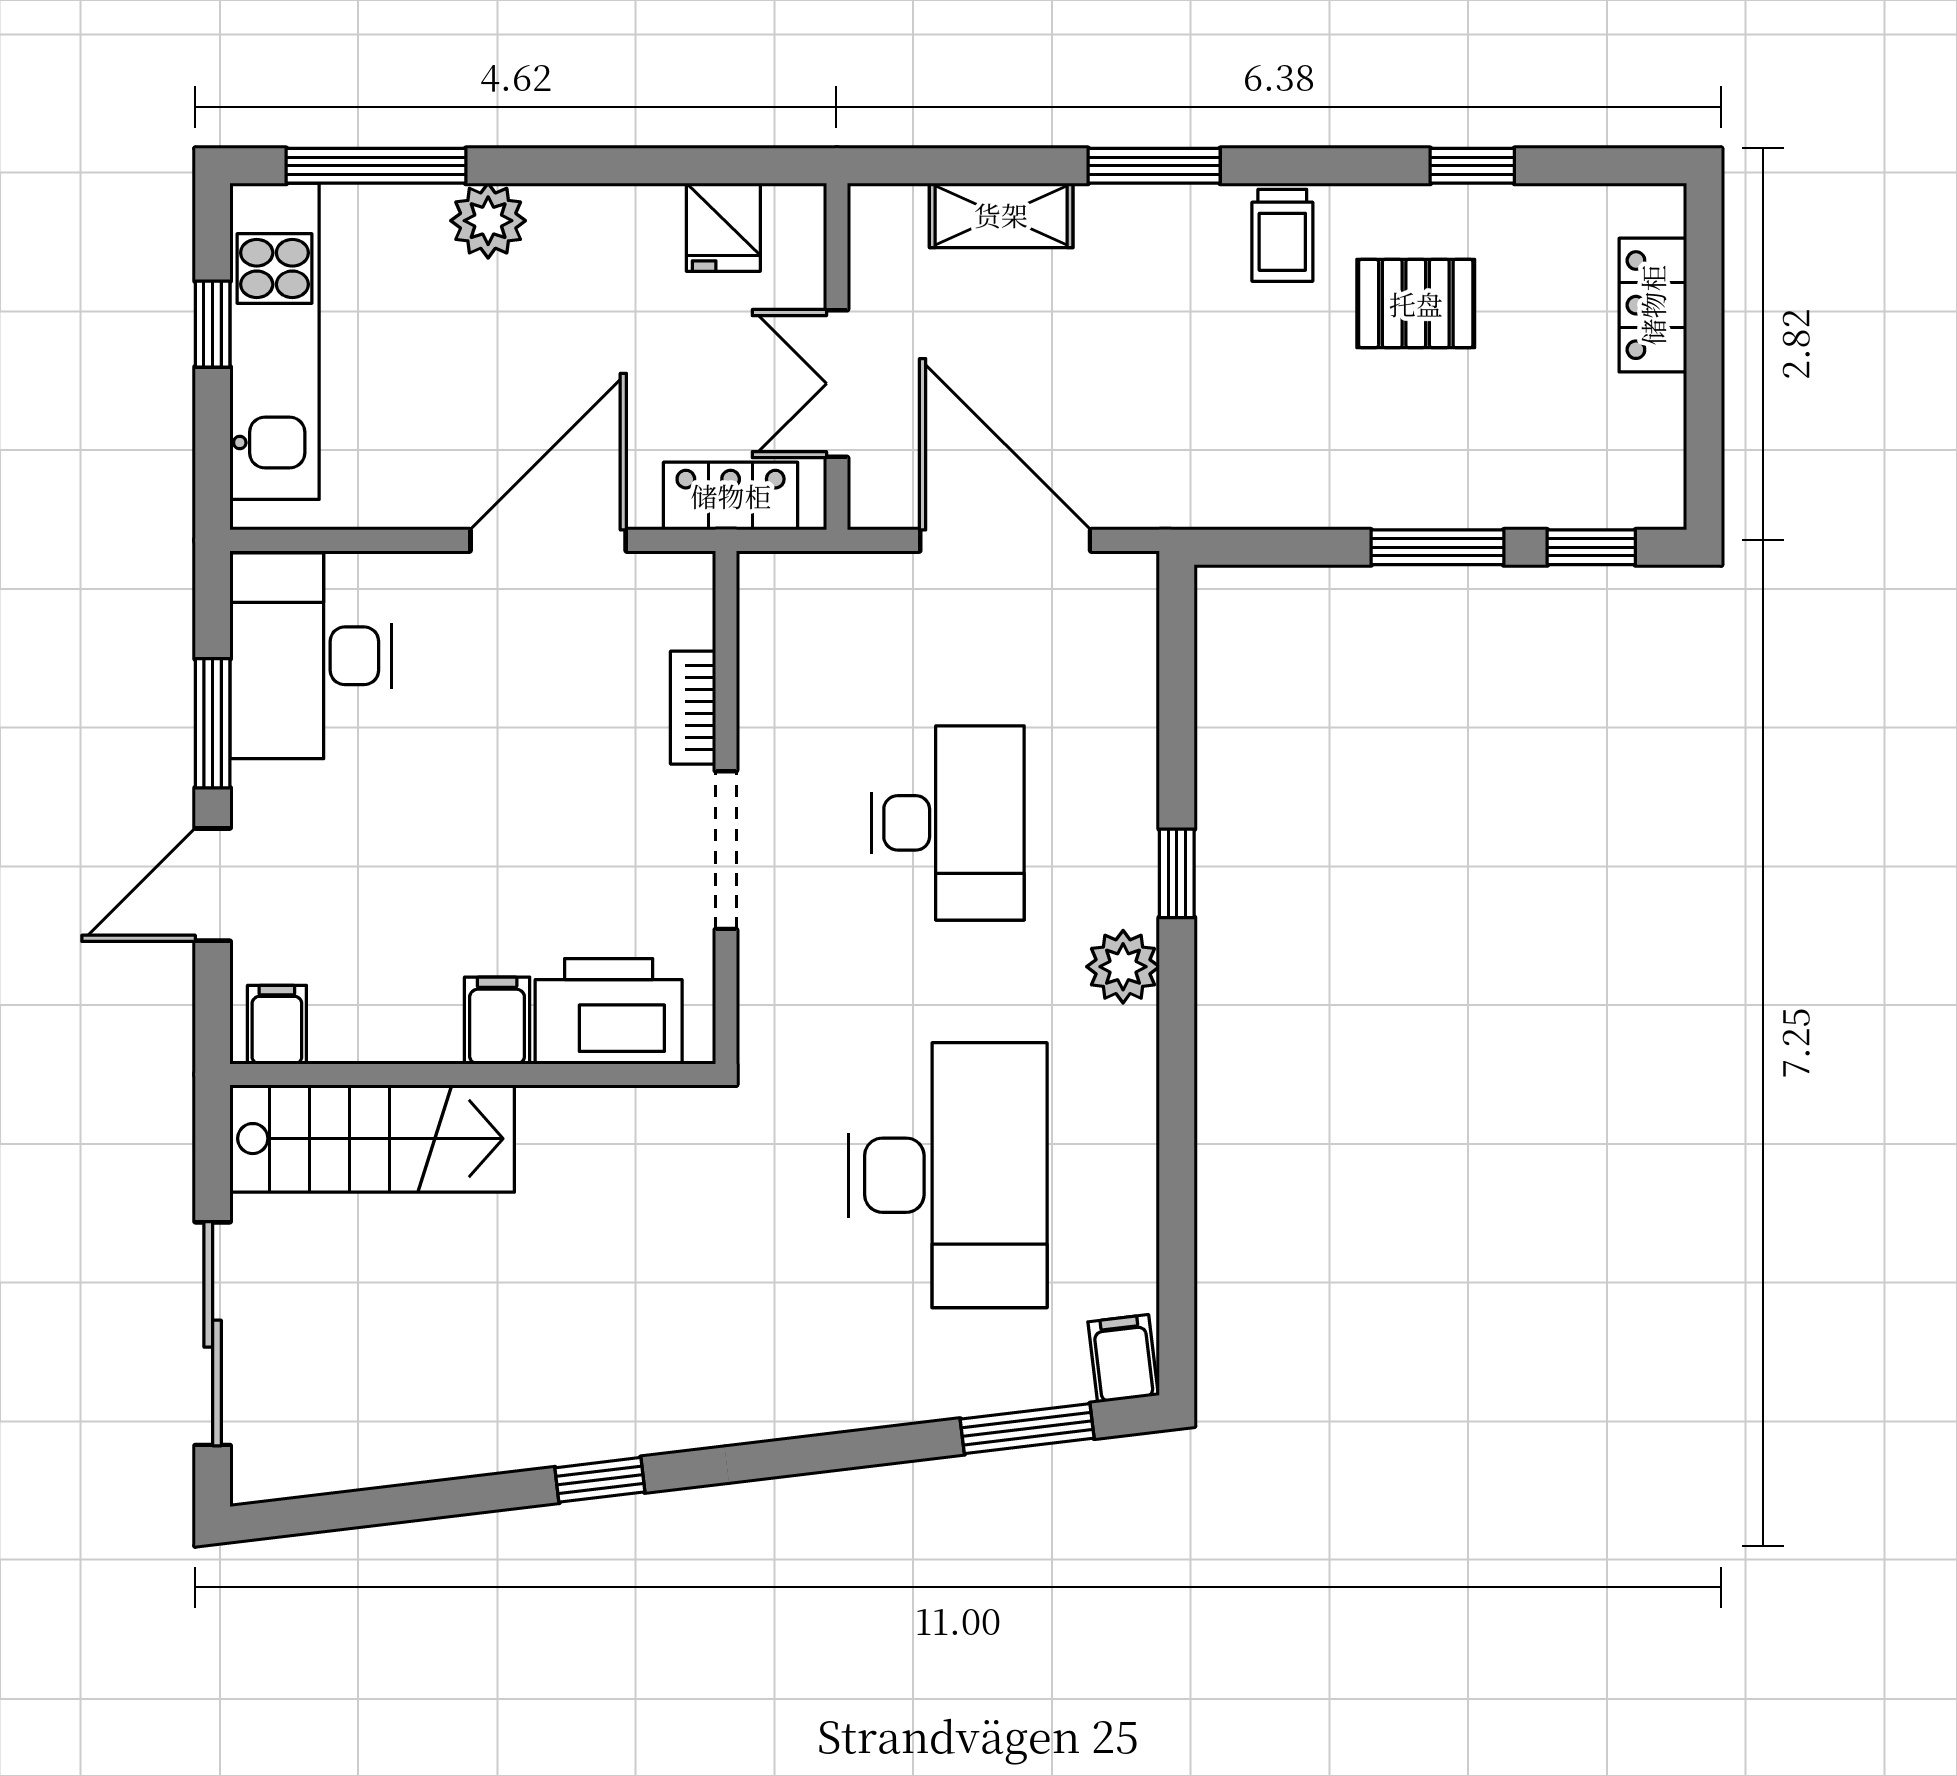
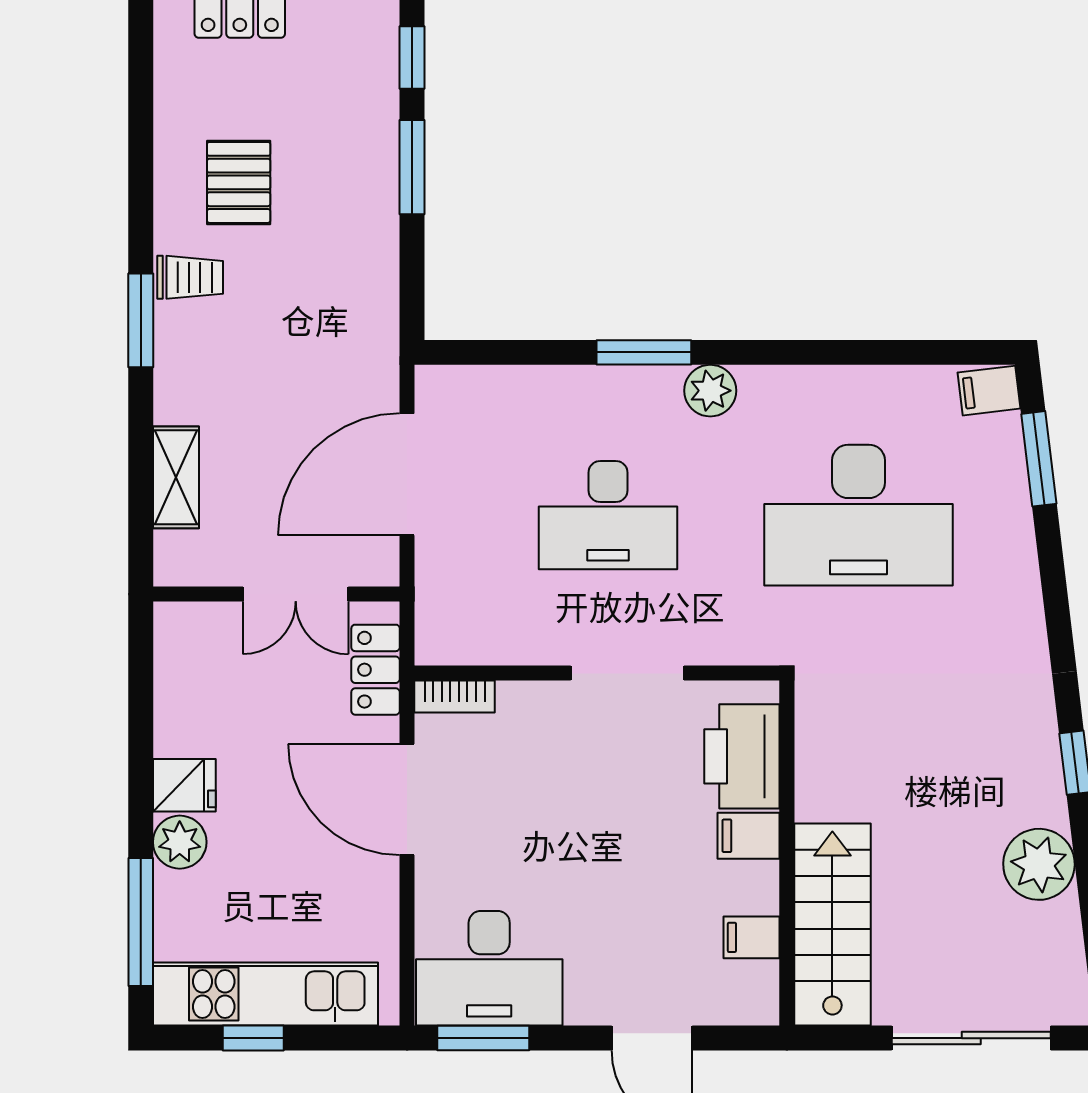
window: (1154, 166) -> (141, 320), moved
window: (1472, 166) -> (141, 142), removed
fridge: (723, 227) -> (184, 785), moved
bookcase: (693, 708) -> (455, 696), moved
window: (213, 723) -> (483, 1038), moved
desk: (948, 823) -> (608, 515), turned 180
window: (1177, 873) -> (644, 352), width x1.50
filing cabinet: (277, 1025) -> (751, 937), moved
desk: (948, 1175) -> (859, 515), turned 180
plant: (457, 1429) -> (1039, 864), added

